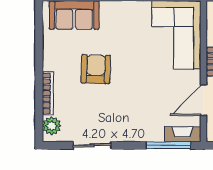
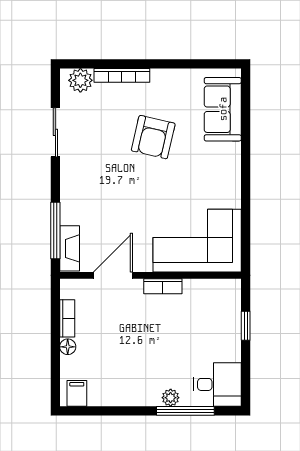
armchair: (96, 69) -> (153, 137), turned 101
door: (203, 101) -> (113, 275), hinge flipped

